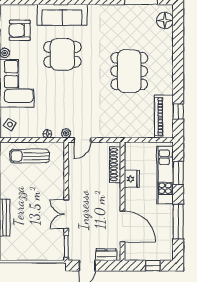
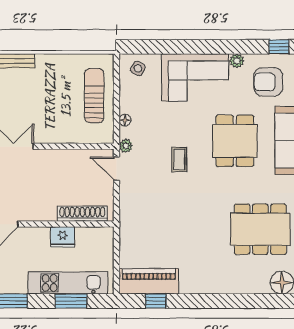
armchair: (20, 30) -> (268, 82), turned -90
dining table: (129, 71) -> (260, 229), moved
coffee table: (76, 95) -> (179, 160), added

